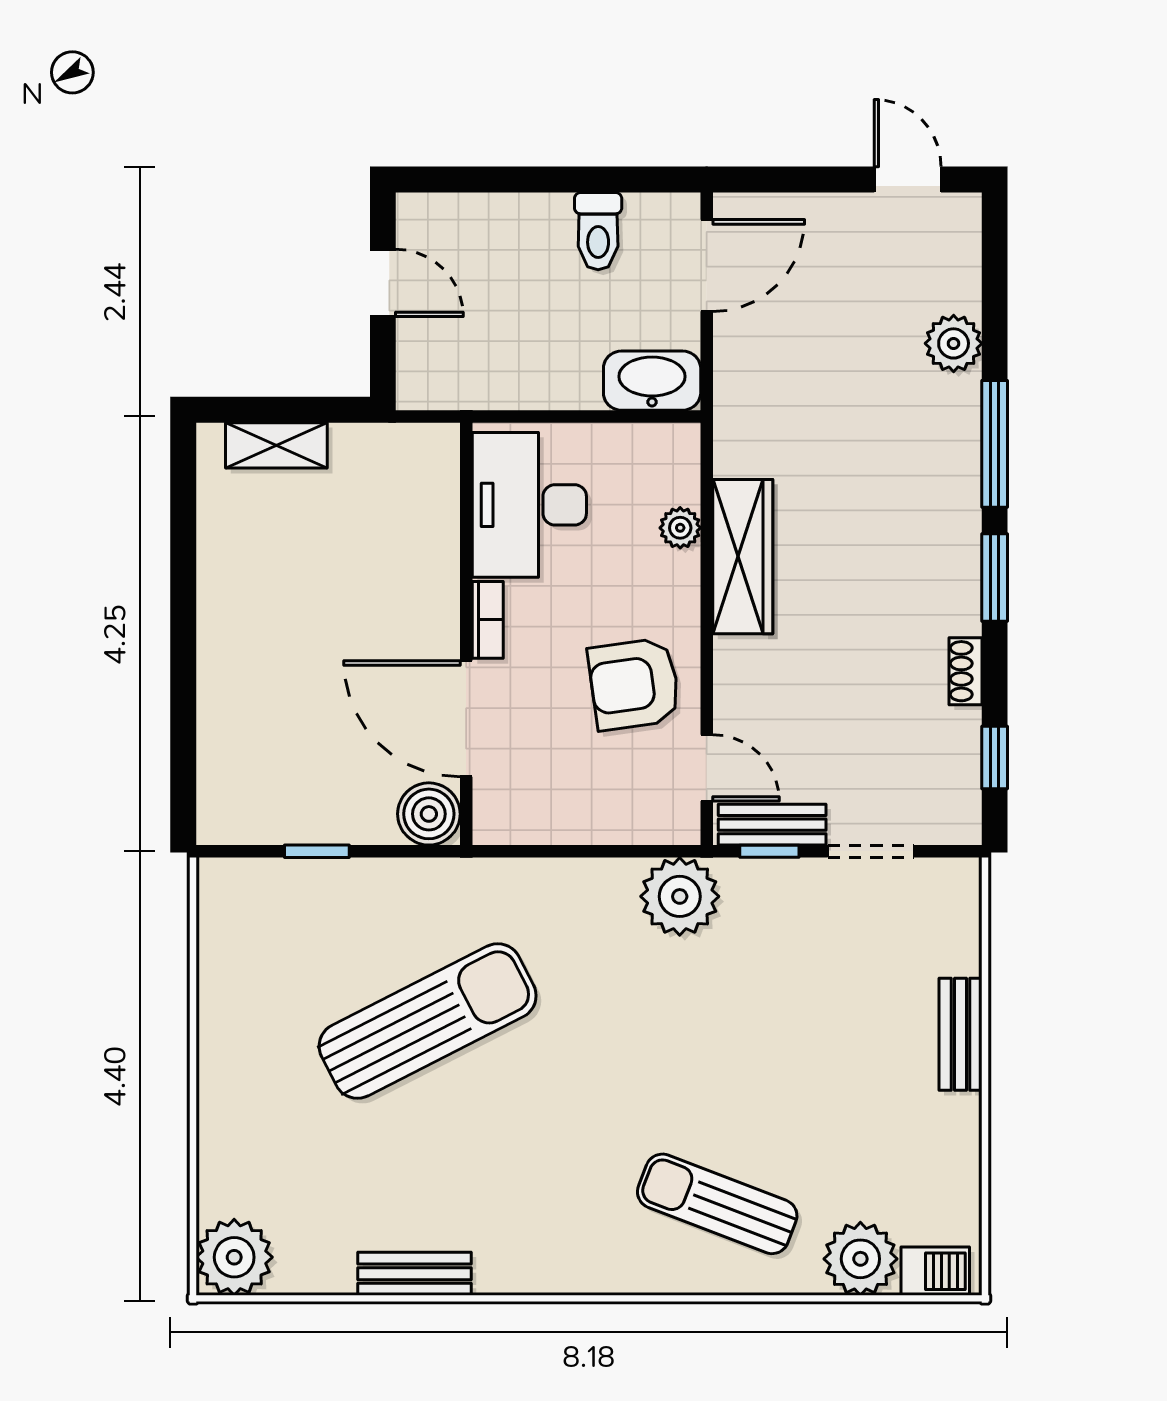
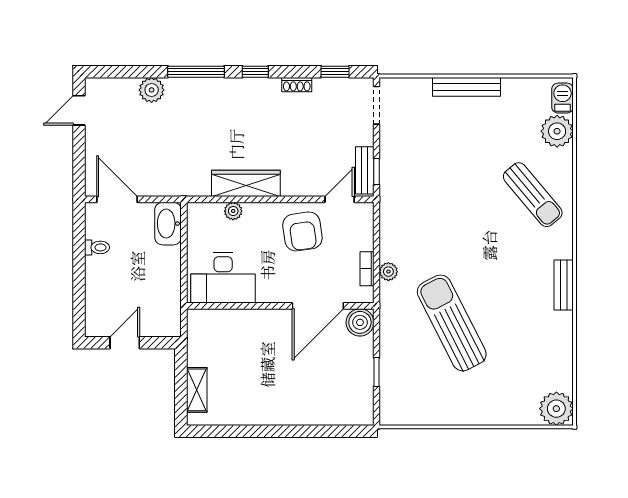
toilet: (598, 231) -> (97, 247), width x0.73, depth x0.72
window: (995, 578) -> (255, 72), width x0.67
bookcase: (488, 620) -> (367, 269), moved, turned -90
doorway: (871, 851) -> (377, 105), moved
plant: (680, 896) -> (388, 272), moved, width x0.53, depth x0.53
bench: (961, 1034) -> (467, 87), width x1.36
sun lounger: (717, 1204) -> (533, 195), turned -61
bench: (414, 1274) -> (564, 285), moved

